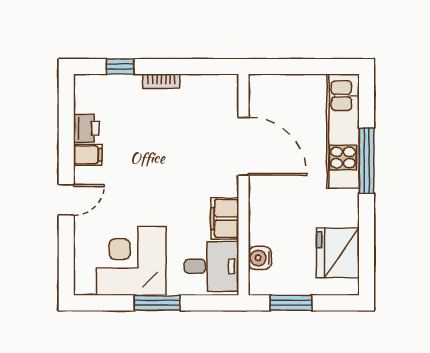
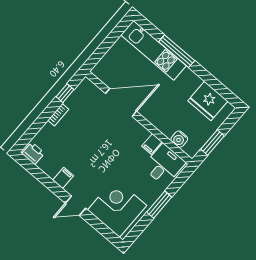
window: (120, 67) -> (65, 93), moved
printer: (86, 128) -> (33, 153), moved
door: (66, 200) -> (75, 206), swing flipped
filing cabinet: (225, 218) -> (152, 144), width x0.50
corner desk: (131, 261) -> (117, 208), moved, turned 90

